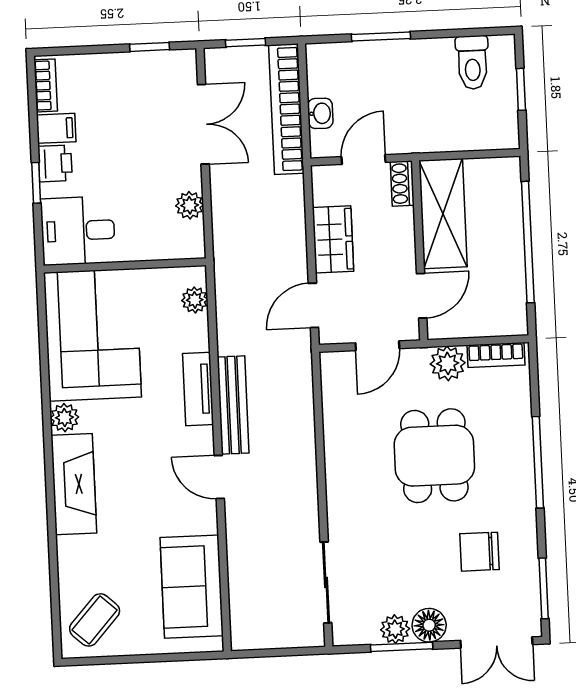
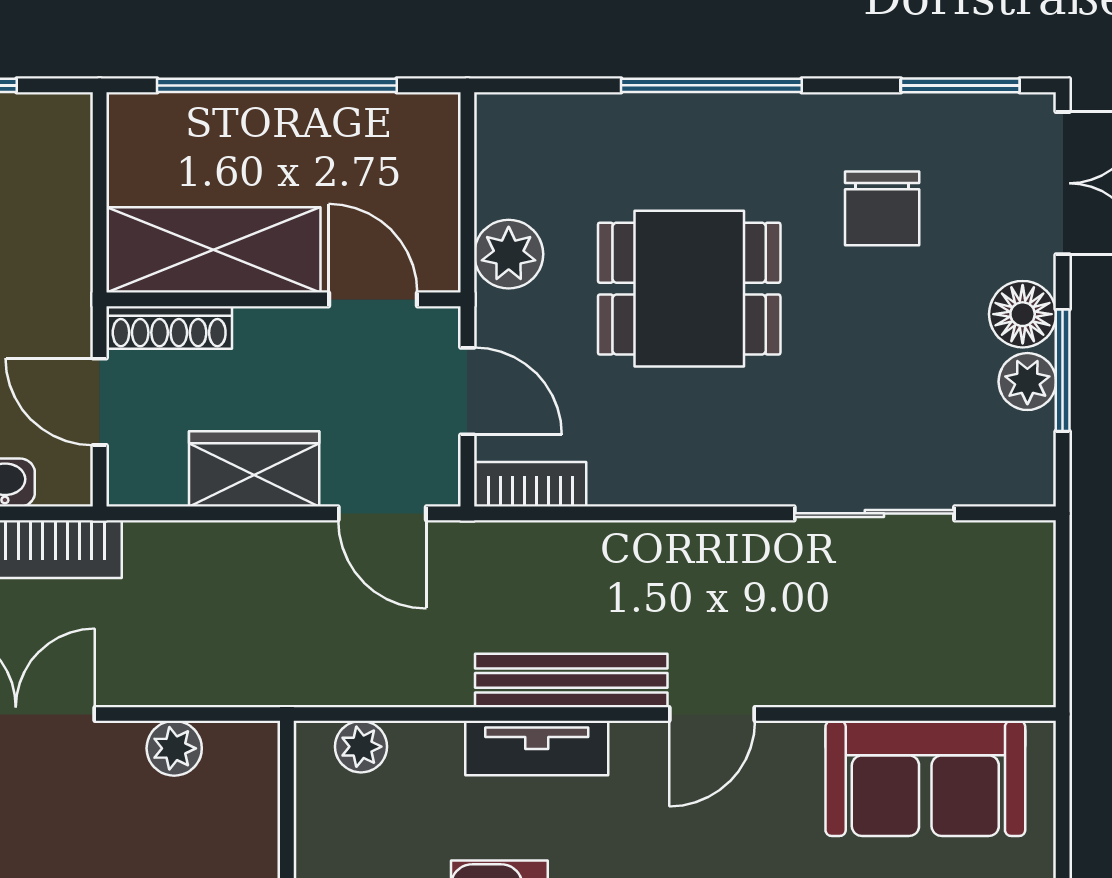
shoe rack: (402, 183) -> (169, 327), width x1.43
bookcase: (496, 355) -> (530, 484), moved, turned -90
sliding door: (326, 582) -> (874, 513), moved

